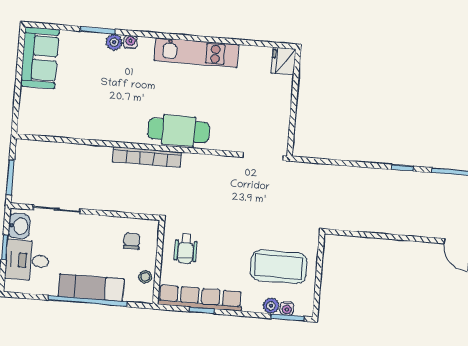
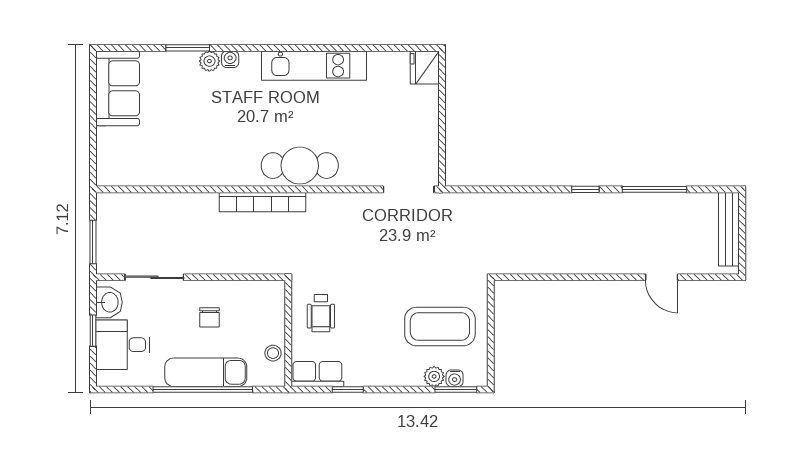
chair: (132, 241) -> (210, 317), moved, turned 180
row of seats: (200, 298) -> (317, 374), width x0.50

